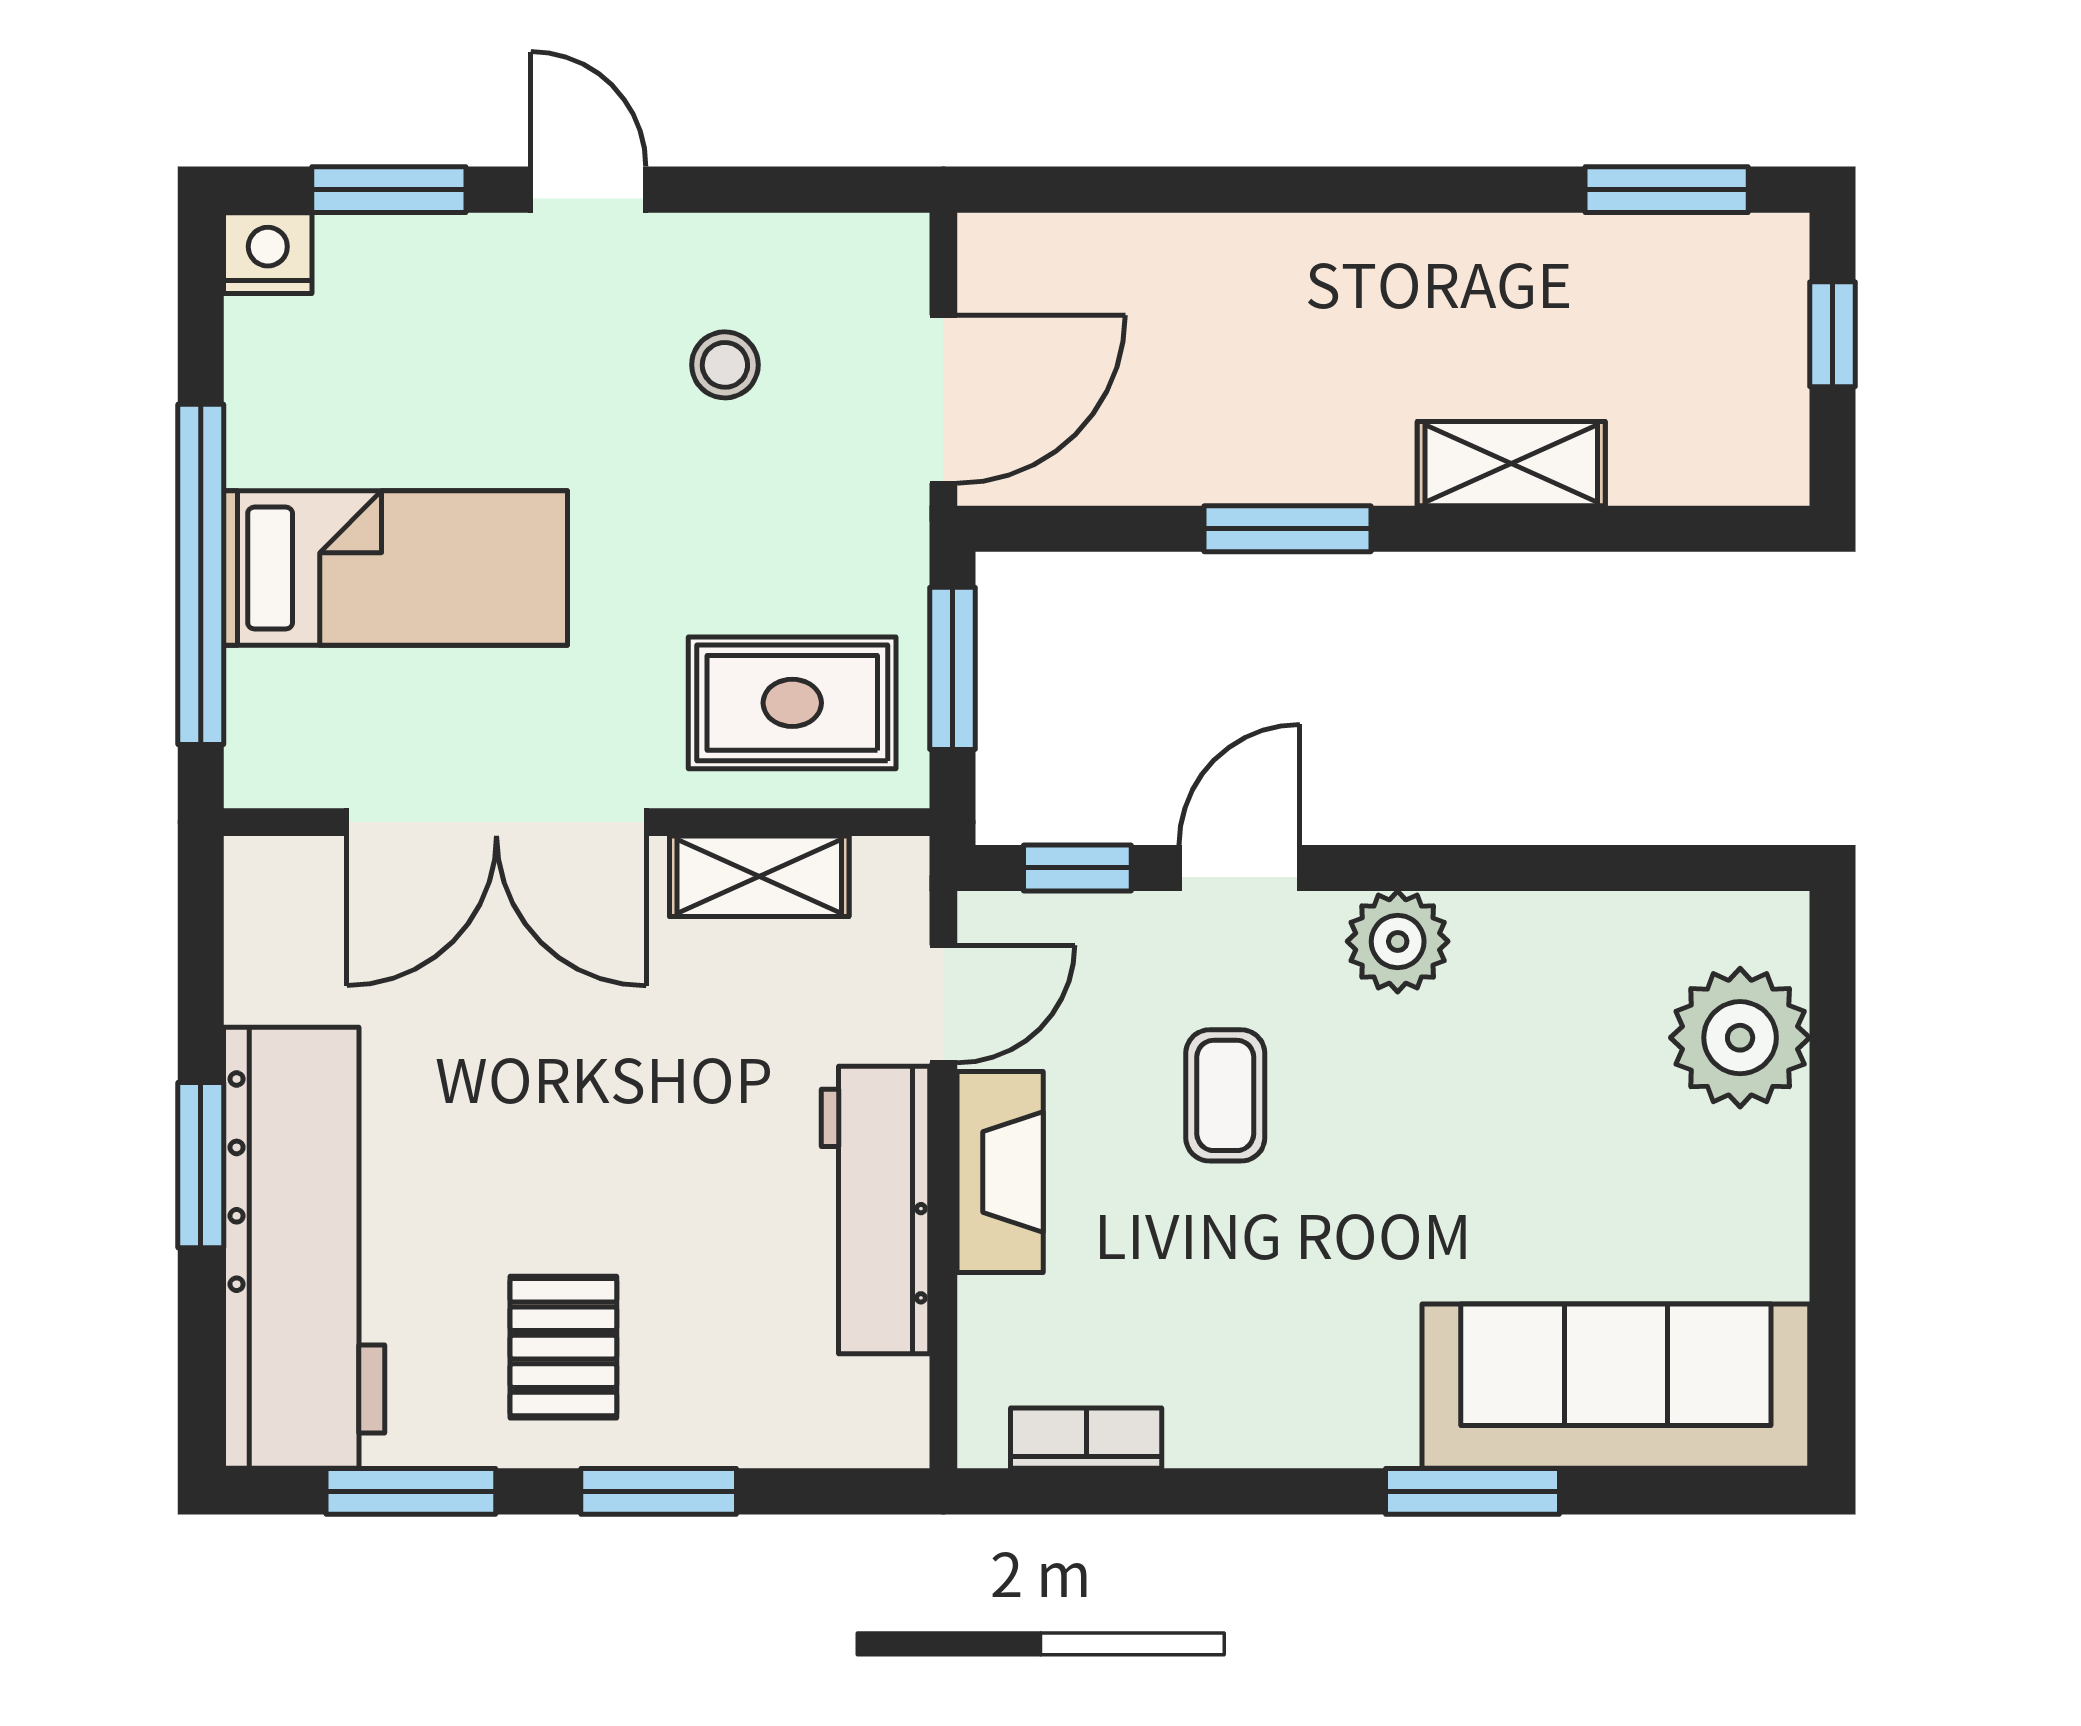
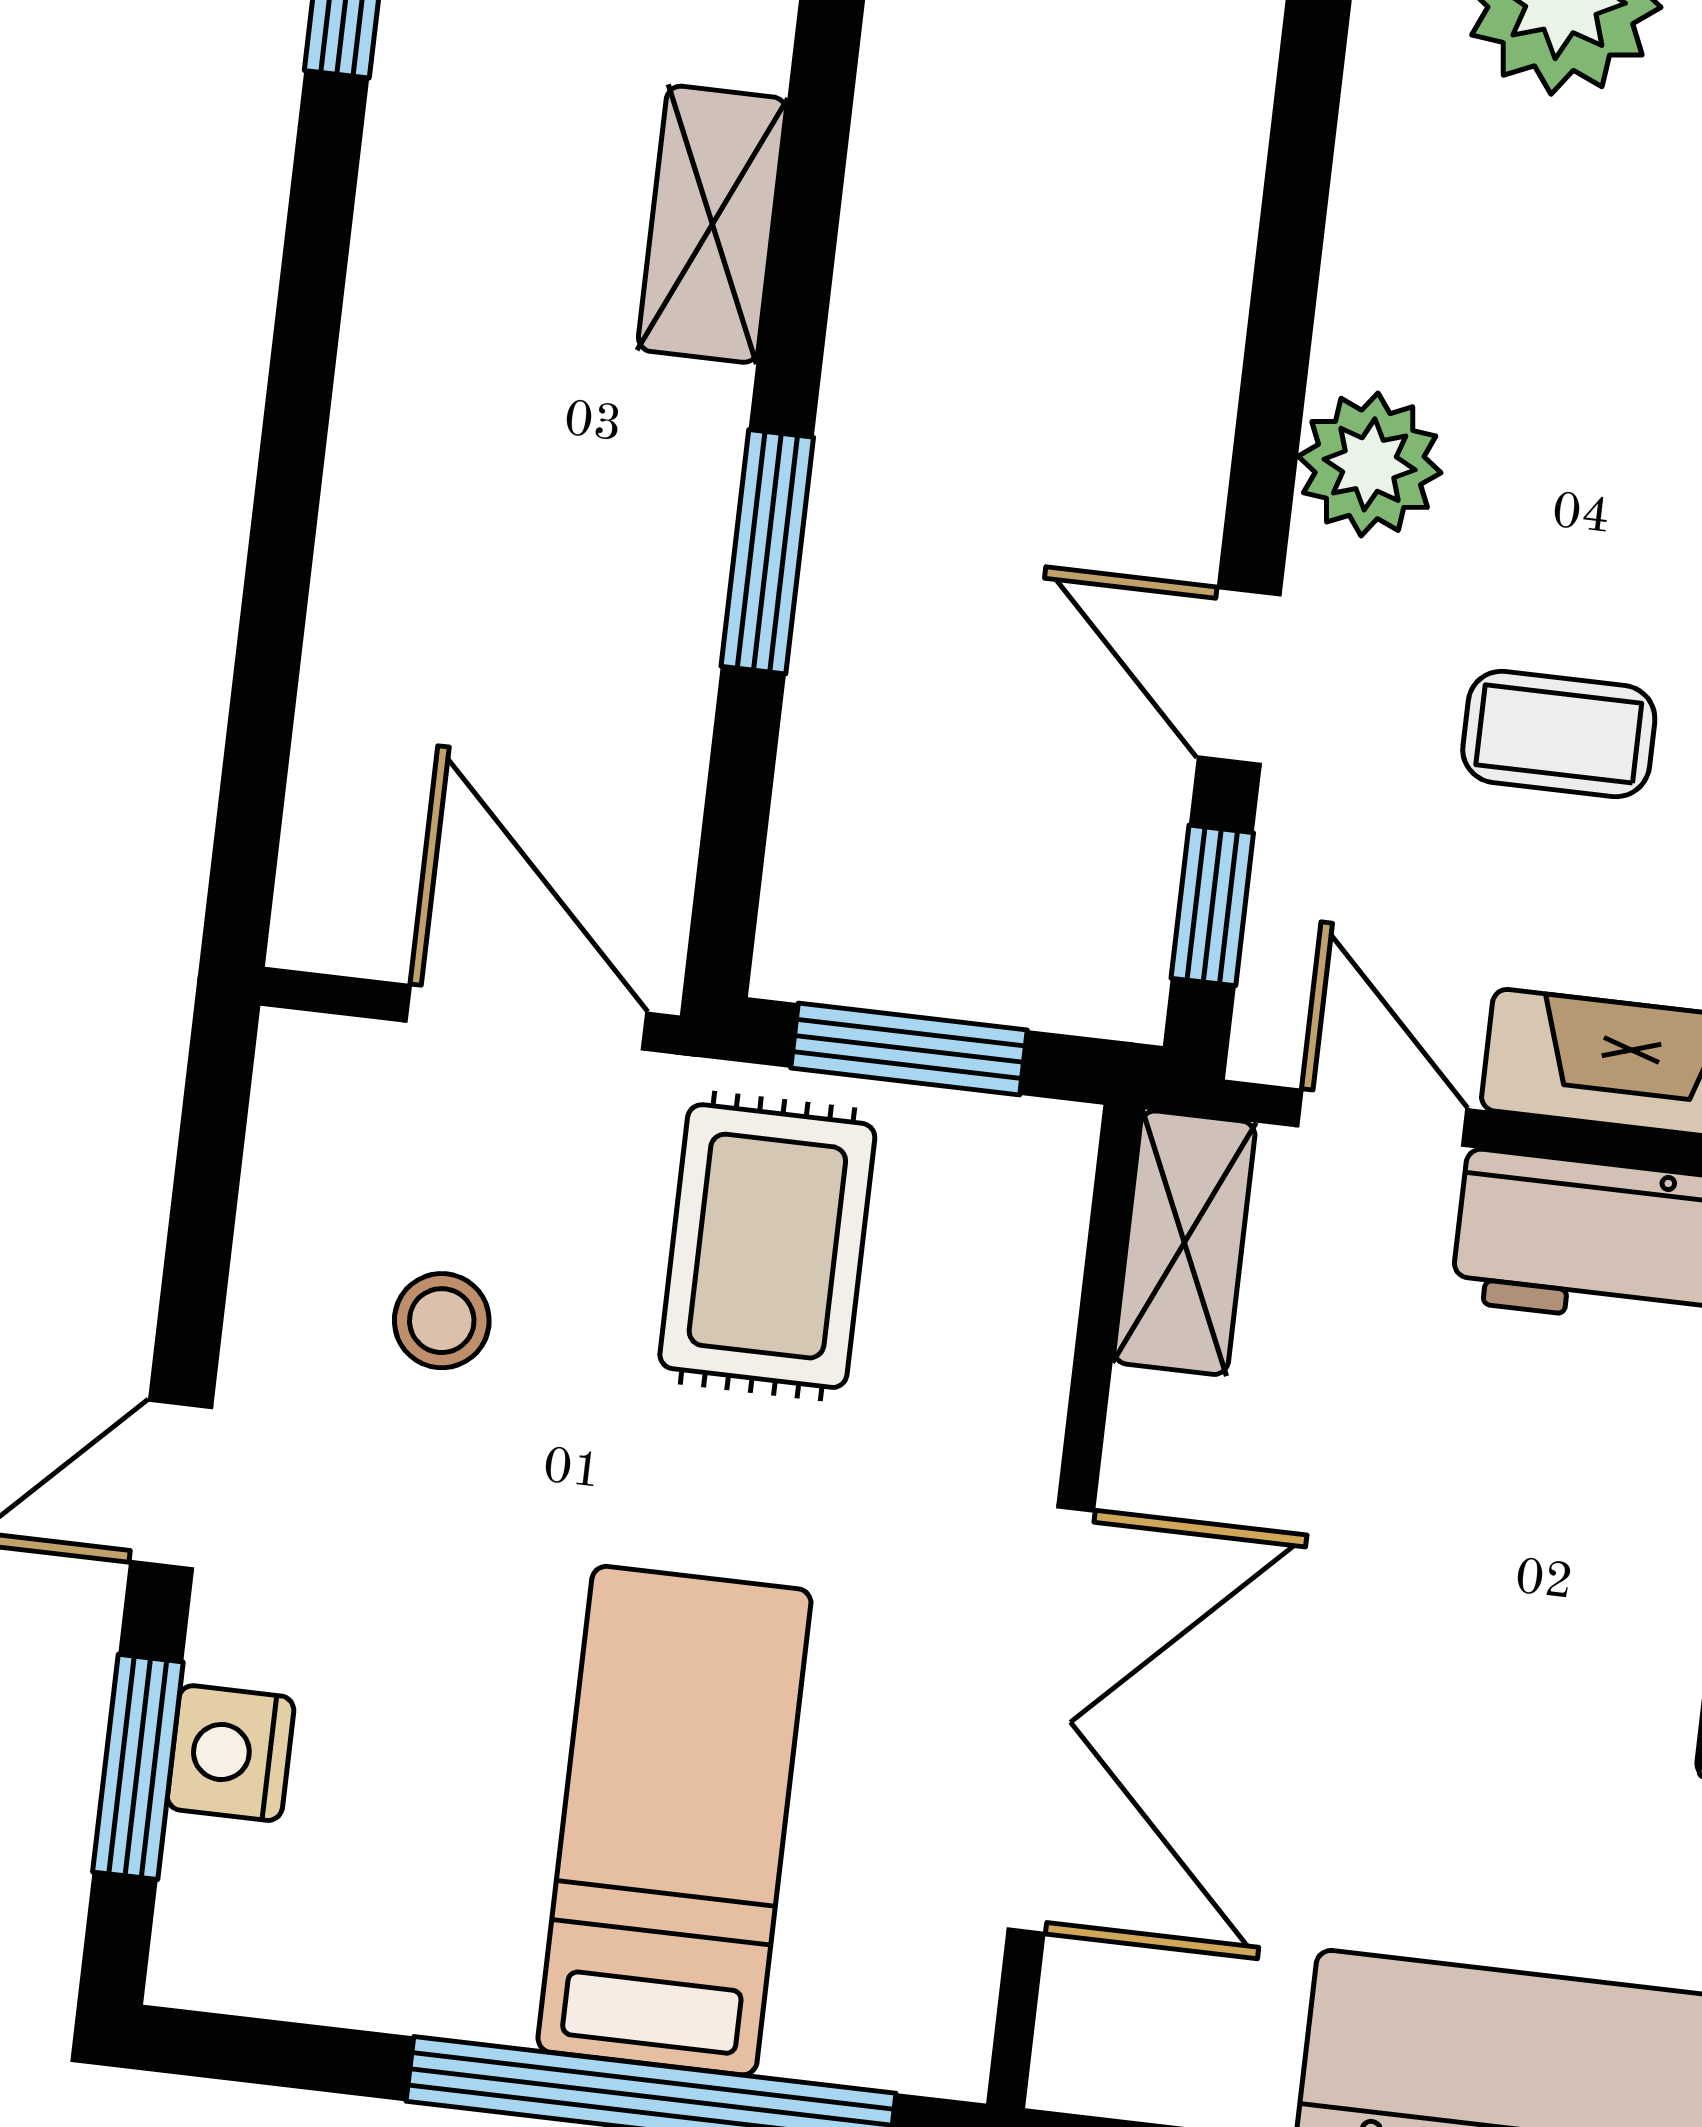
nightstand: (268, 253) -> (231, 1753), moved
rug: (792, 703) -> (767, 1246), moved
shelving: (759, 876) -> (1184, 1243), moved

